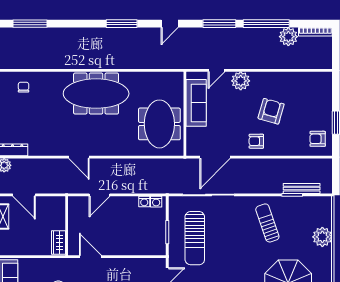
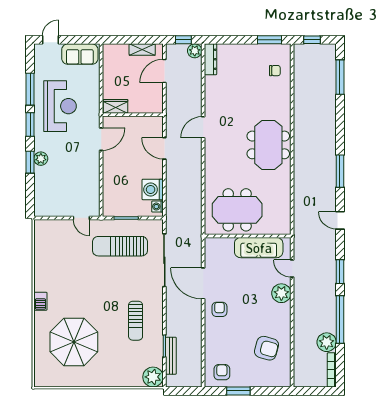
window: (219, 24) -> (340, 272), width x0.69
meeting table: (96, 94) -> (268, 145), width x0.73
armchair: (271, 111) -> (266, 348), moved
door: (215, 157) -> (203, 283), moved
washing machine: (144, 202) -> (153, 189), width x1.89, depth x1.89
sun lounger: (267, 223) -> (136, 321), turned 109
plant: (322, 237) -> (153, 377), moved

